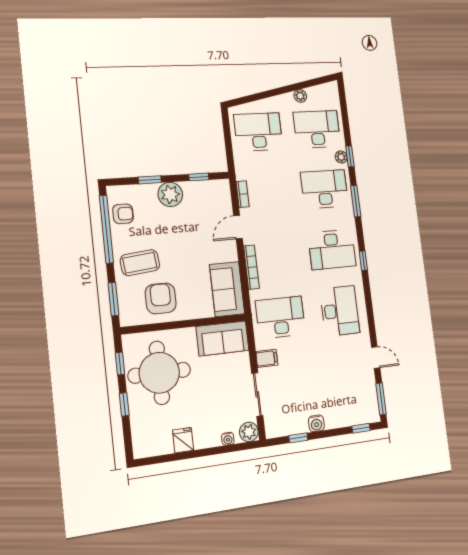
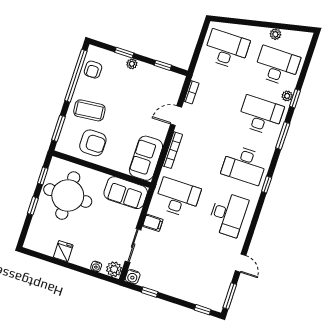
plant: (170, 194) -> (132, 64), width x0.53, depth x0.53
armchair: (123, 214) -> (93, 70), turned 90
armchair: (161, 298) -> (93, 143), turned 90
water cooler: (316, 423) -> (133, 277), moved

